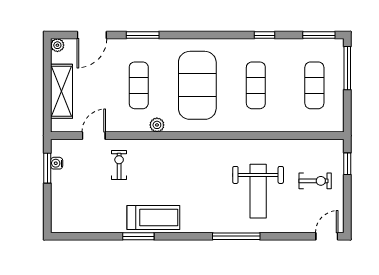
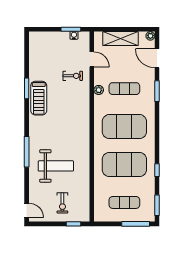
exercise mat: (256, 85) -> (124, 164), width x2.00, depth x1.45
plant: (157, 125) -> (99, 90), moved
weight bench: (258, 191) -> (56, 166), turned 180

